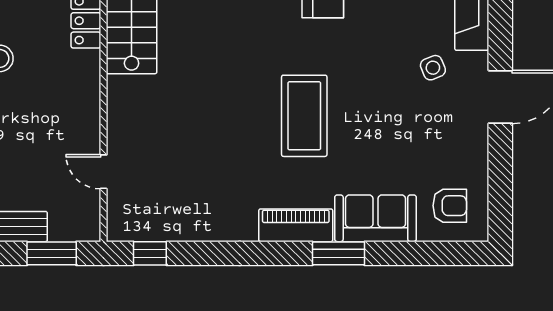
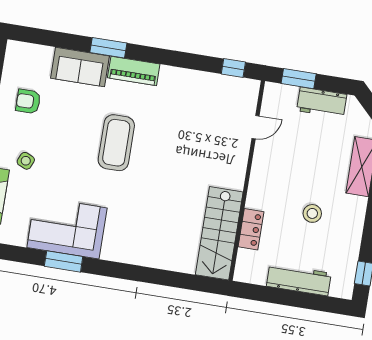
side table: (433, 68) -> (26, 161), turned 45
door: (103, 172) -> (255, 127), hinge flipped
armchair: (450, 206) -> (28, 101), moved

